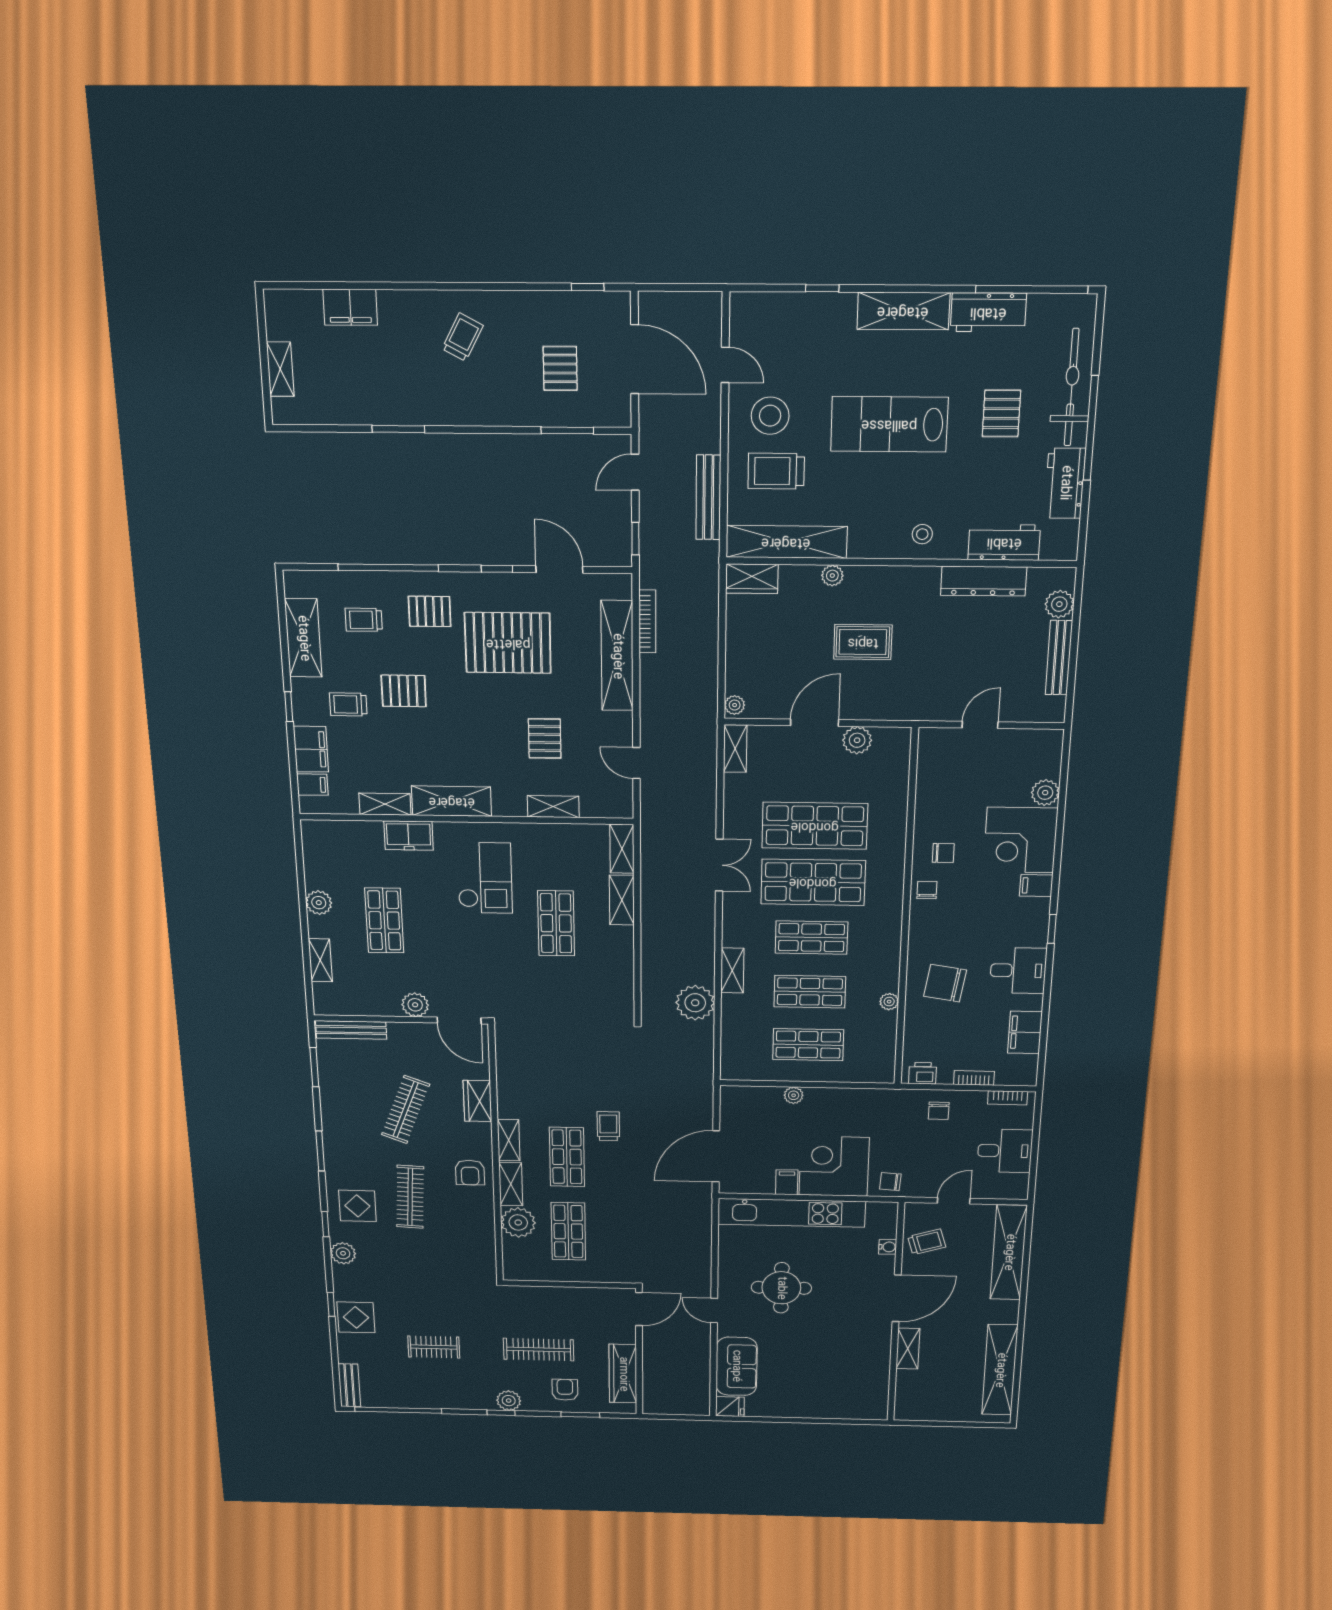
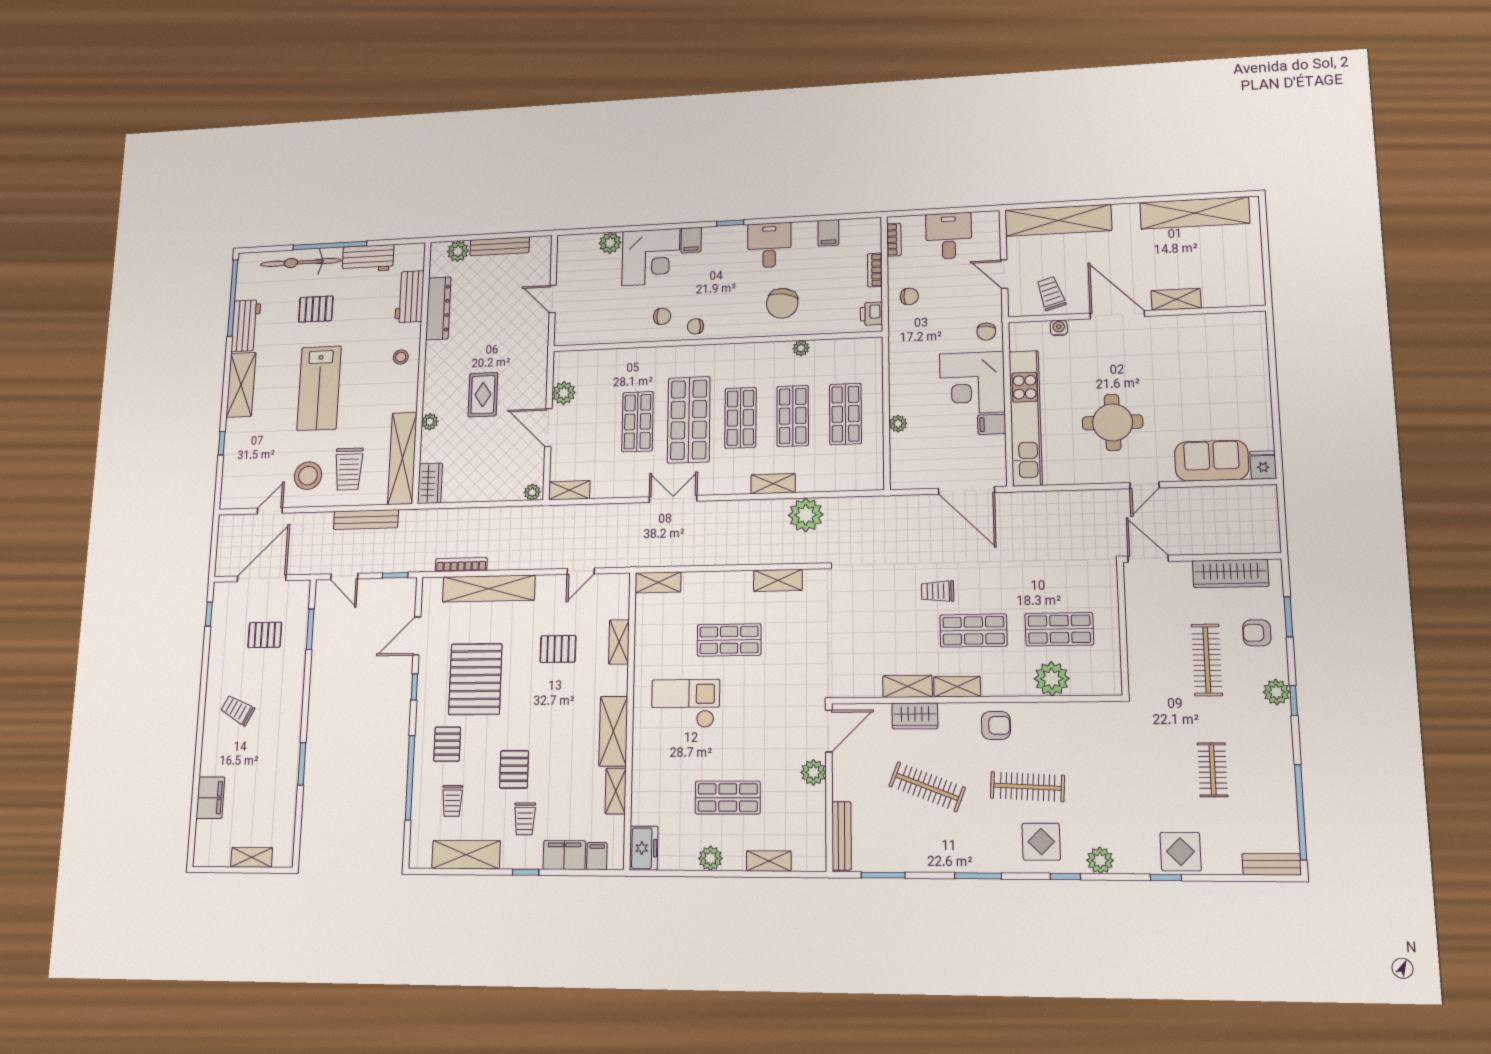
shop shelf: (815, 826) -> (638, 422), width x0.70, depth x0.74
freezer: (409, 836) -> (644, 848), moved
chair: (943, 853) -> (662, 316), turned 90
shelving: (622, 900) -> (778, 580), moved
filing cabinet: (1025, 1032) -> (828, 233), width x0.50
shelving: (511, 1184) -> (908, 686), moved

